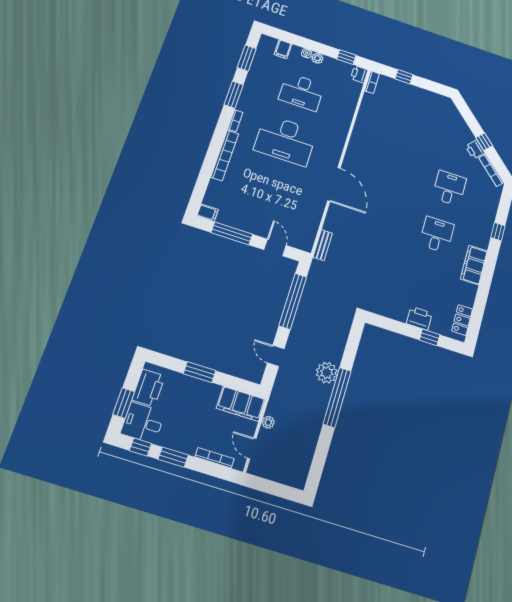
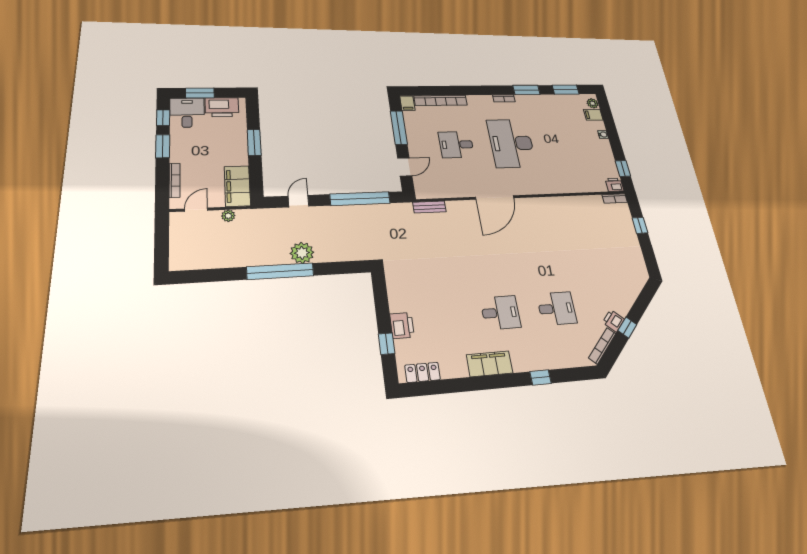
plant: (317, 58) -> (593, 103), moved
desk: (302, 92) -> (456, 145), moved, width x0.73
bookcase: (225, 155) -> (441, 100), moved

